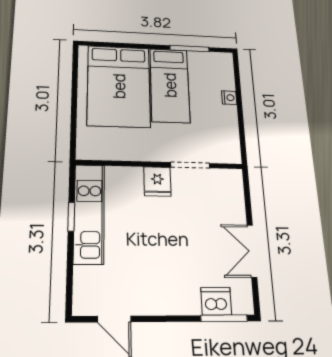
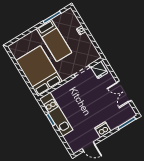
bed: (119, 86) -> (39, 71), moved, turned 180
fridge: (157, 181) -> (99, 70), moved
dishwasher: (216, 301) -> (103, 130), moved

